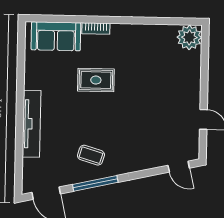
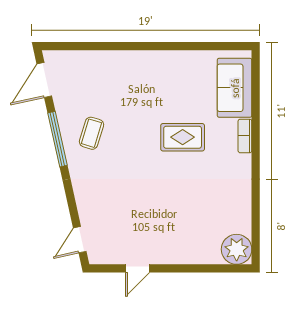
rug: (96, 80) -> (183, 137), turned 90
tv unit: (32, 124) -> (128, 60), removed

